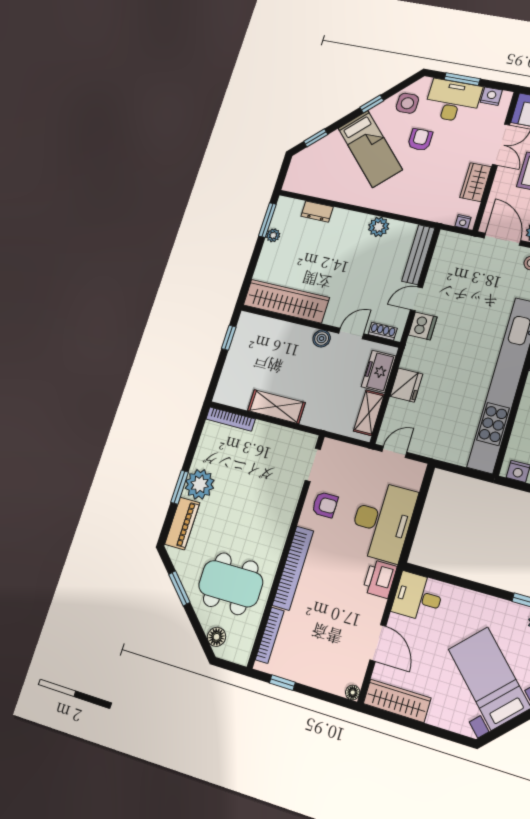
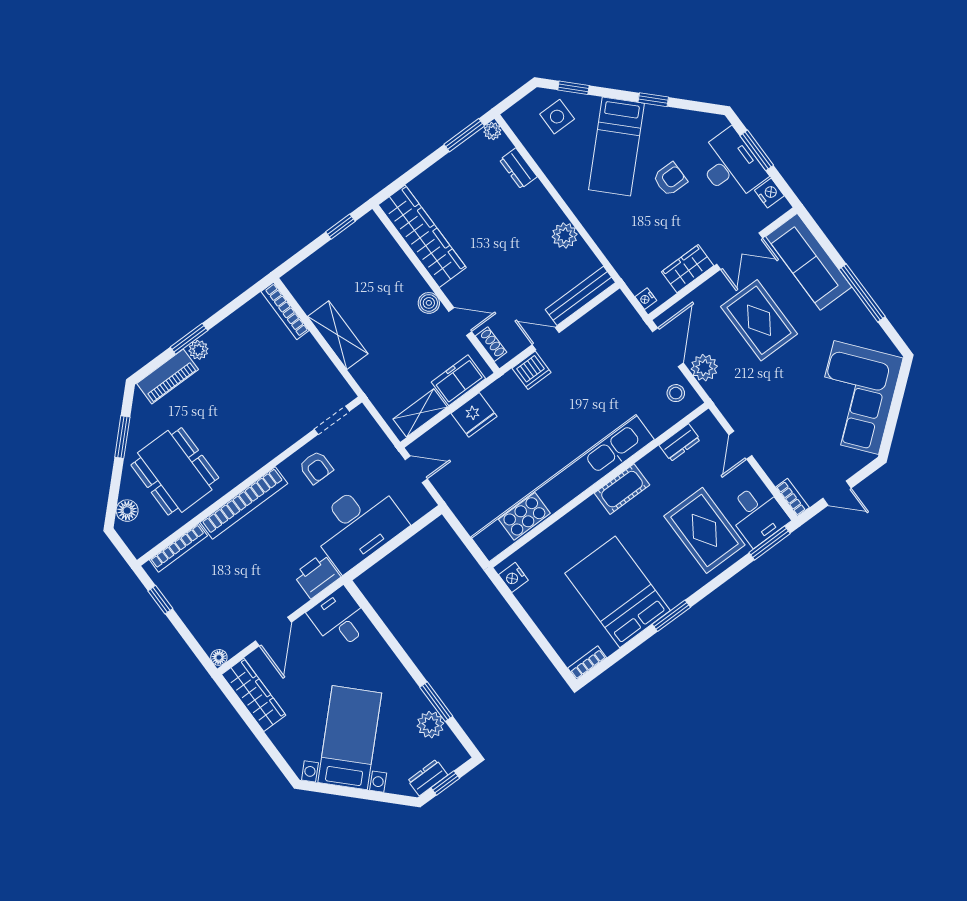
side table: (407, 103) -> (557, 117), moved
plant: (273, 235) -> (492, 131), moved
plant: (200, 484) -> (198, 350), width x0.53, depth x0.53

